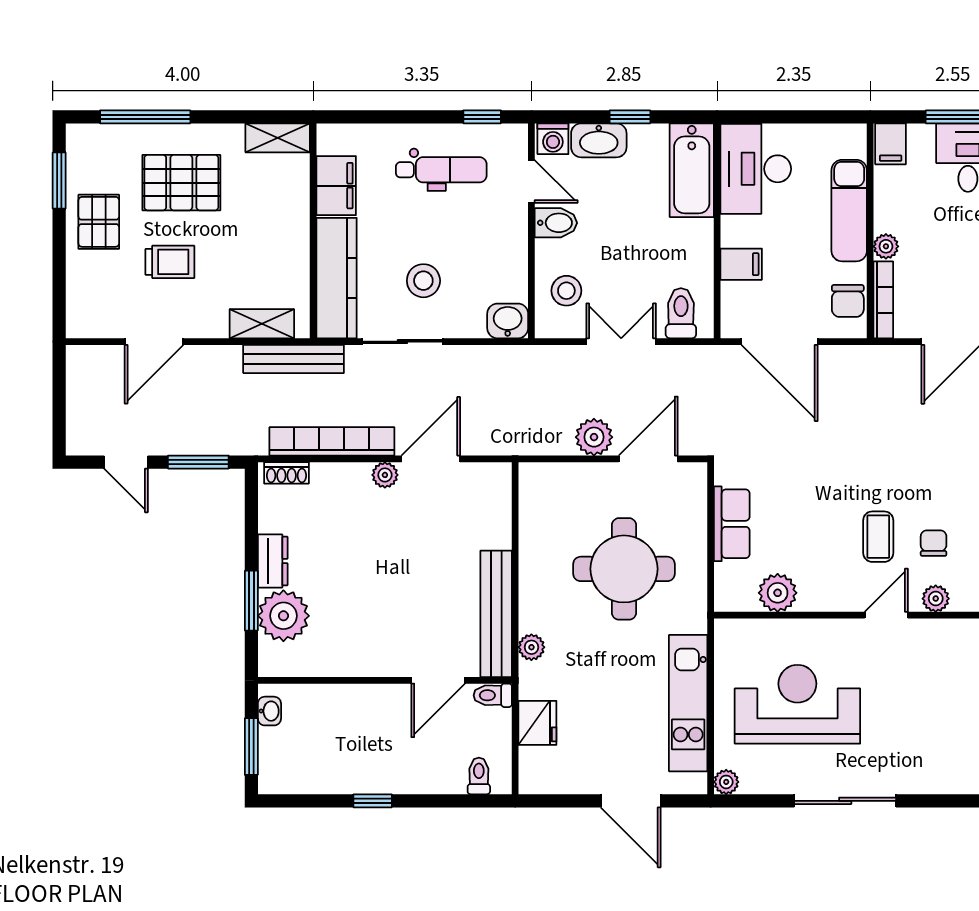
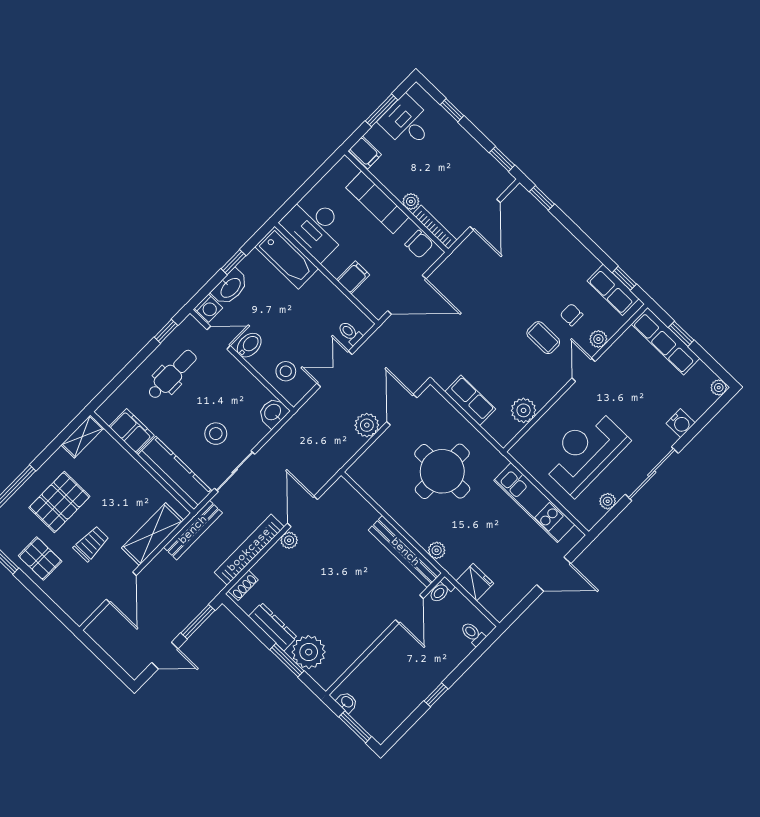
toilet: (681, 313) -> (350, 333), width x0.73, depth x0.72
shelving: (262, 324) -> (153, 534), width x1.50, depth x1.33
dresser: (273, 561) -> (273, 627), width x1.44
water cooler: (931, 778) -> (681, 423), added
plant: (726, 782) -> (608, 501), moved

